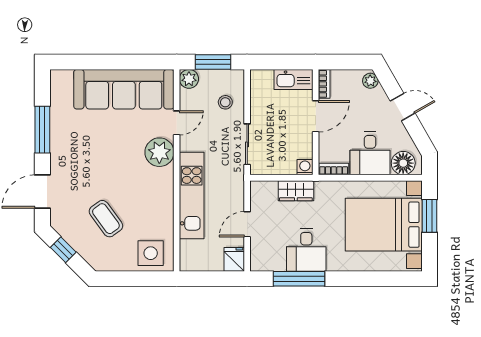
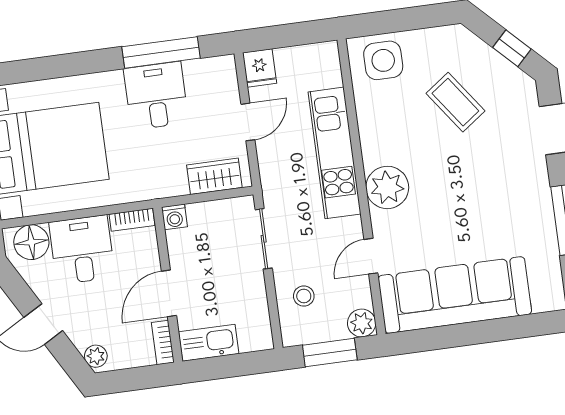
plant: (159, 152) -> (387, 187), moved
wardrobe: (296, 191) -> (214, 176), moved

